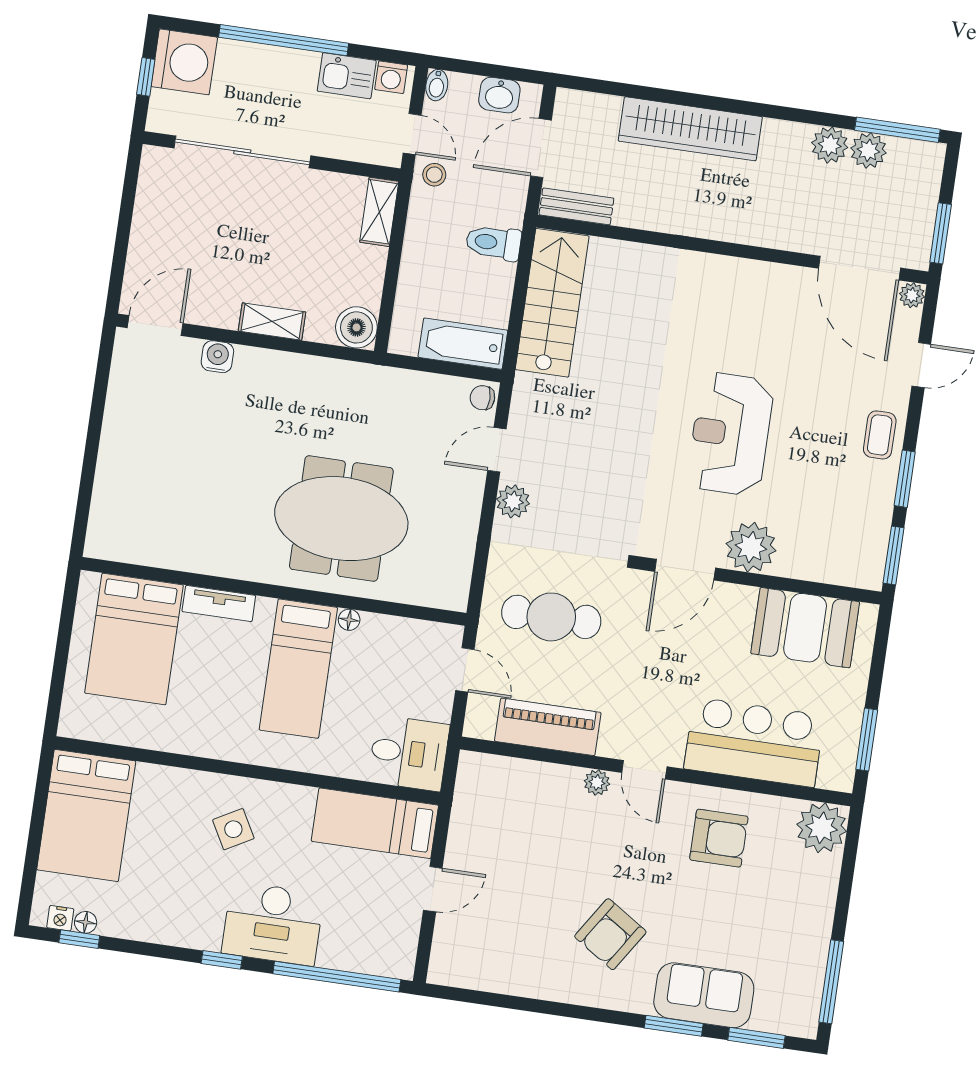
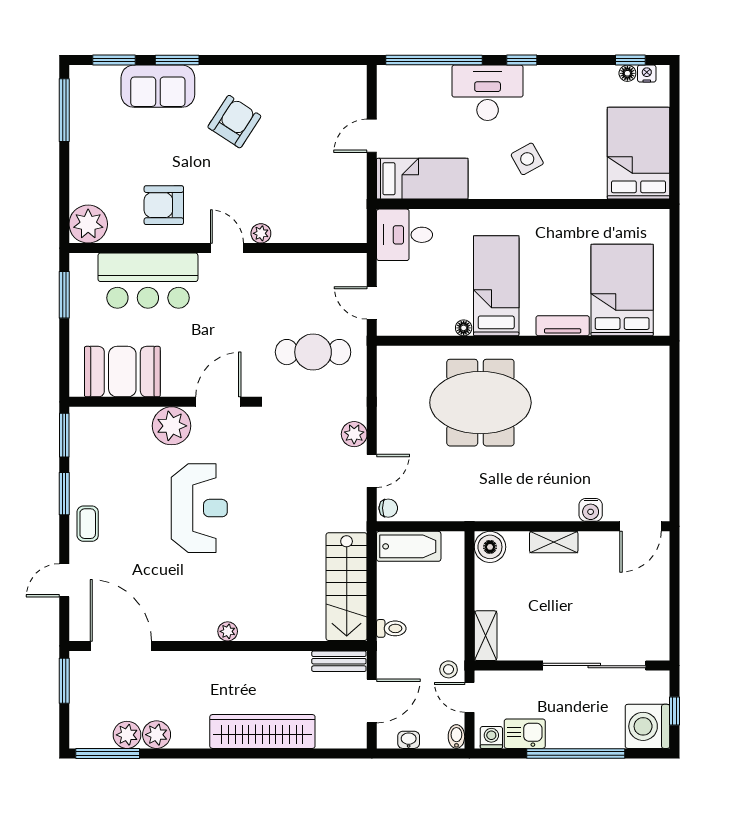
washbasin: (499, 95) -> (409, 740), width x0.72, depth x0.69
toilet: (493, 243) -> (391, 628), width x0.73, depth x0.72
plant: (912, 295) -> (228, 631), moved
piano: (548, 727) -> (304, 270), removed

